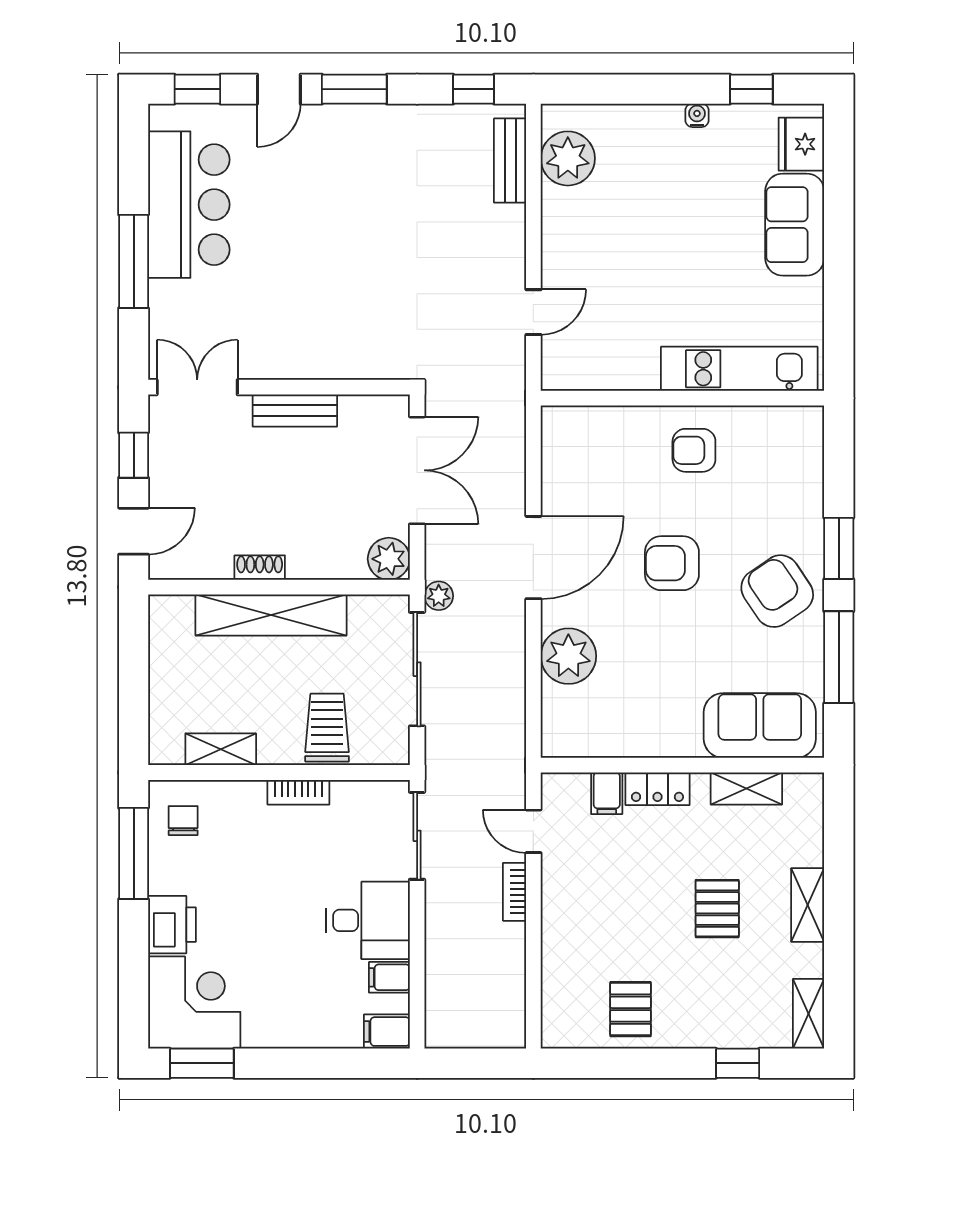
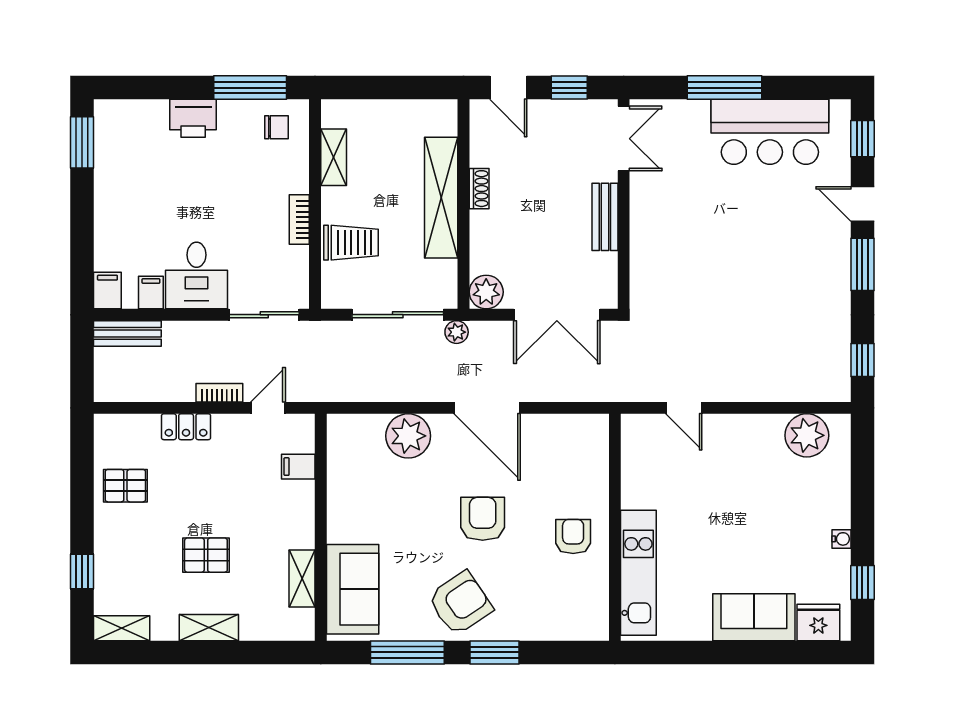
bench: (510, 161) -> (127, 333), moved
locker: (657, 789) -> (186, 427), moved, turned -90
corner desk: (194, 1003) -> (131, 136), removed

